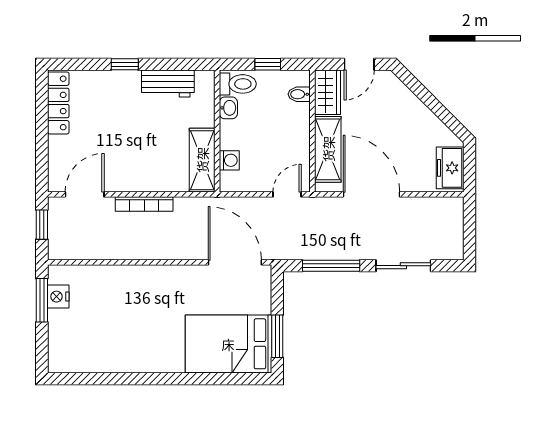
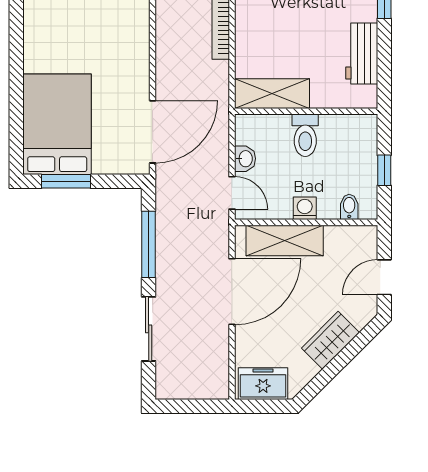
door: (359, 64) -> (384, 277), hinge flipped
toilet: (238, 84) -> (305, 135), moved
wardrobe: (327, 92) -> (330, 340), moved, turned 135
washbasin: (228, 108) -> (245, 159), moved, turned -90
washing machine: (229, 160) -> (305, 208), moved, turned 180

